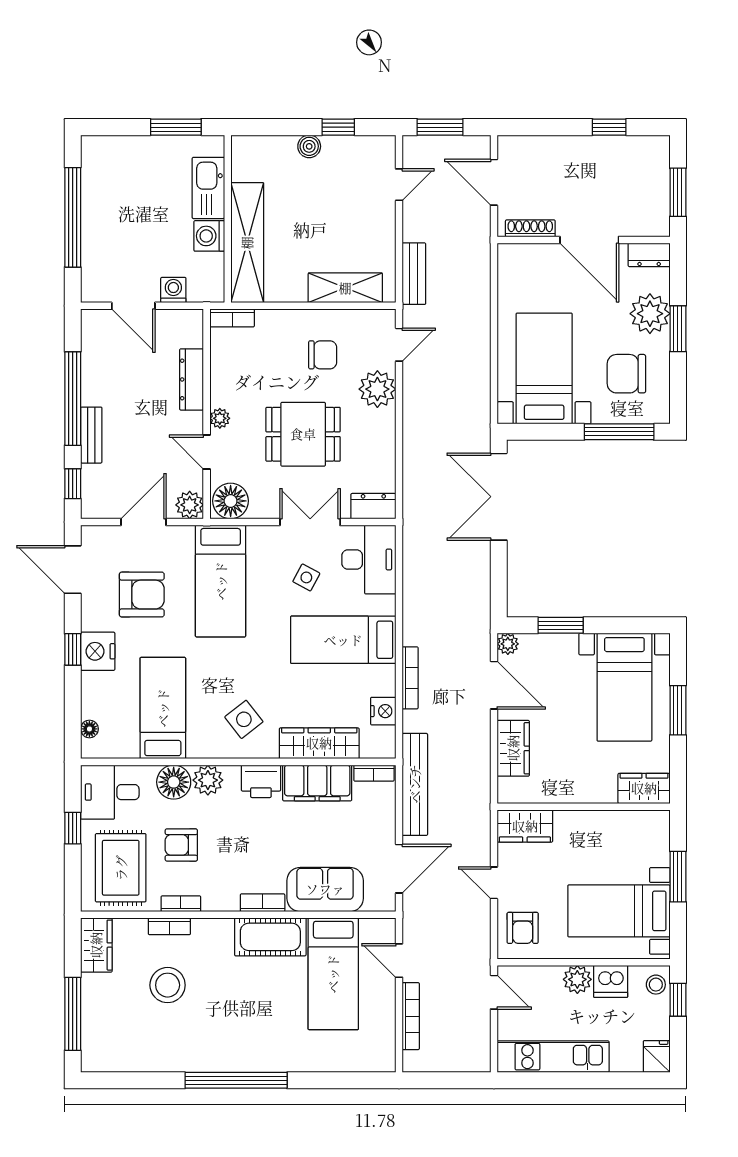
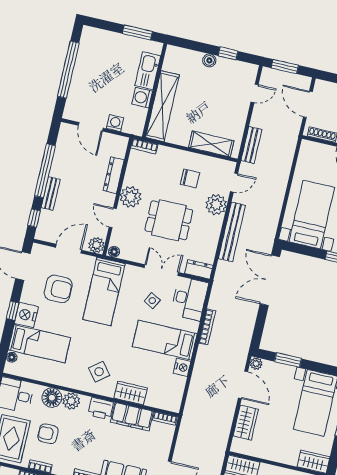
plant: (220, 418) -> (130, 197), width x1.88, depth x1.88
floor lamp: (231, 501) -> (114, 252), width x0.53, depth x0.53
bookcase: (410, 678) -> (207, 327), moved
bed: (163, 708) -> (39, 344), moved, turned 90
nightstand: (383, 711) -> (182, 367), moved
wardrobe: (319, 743) -> (131, 393), width x0.67
bench: (415, 784) -> (232, 232), moved

